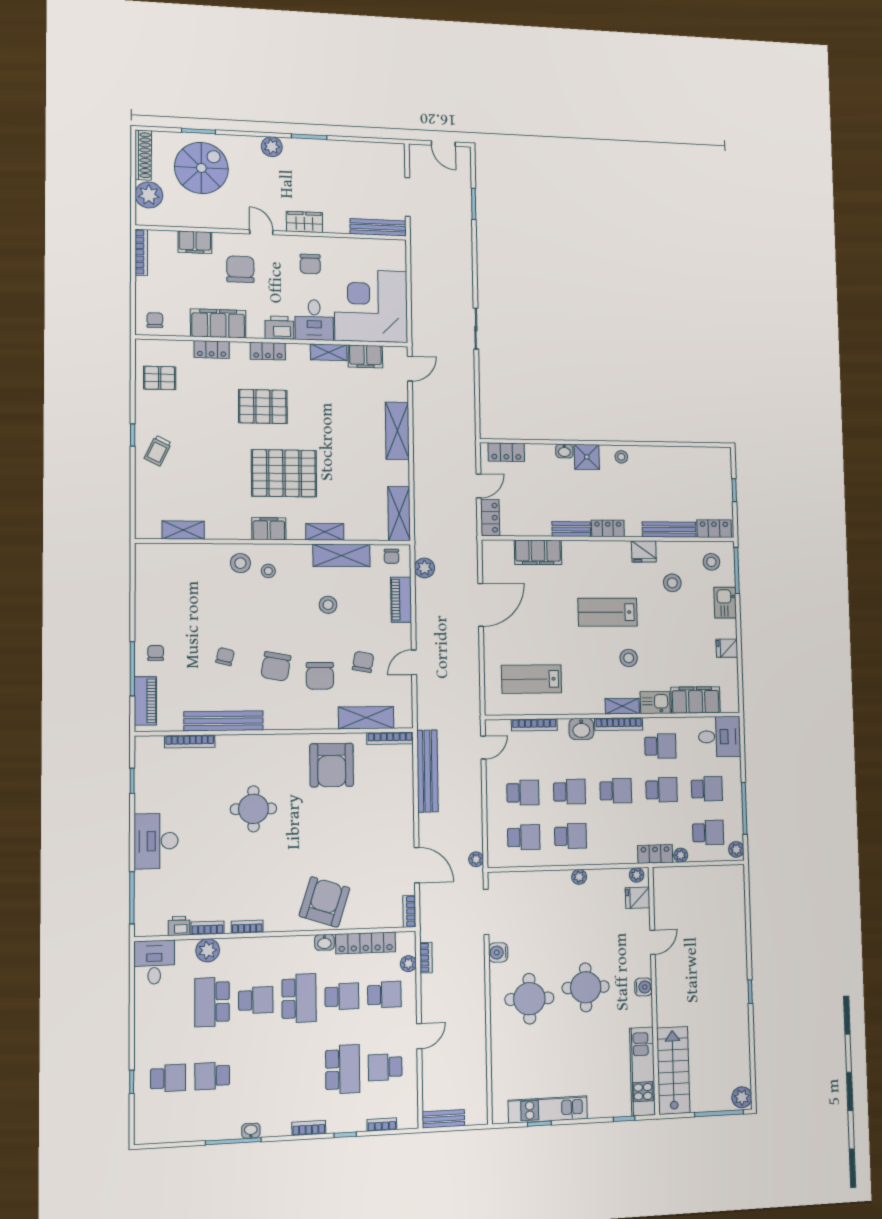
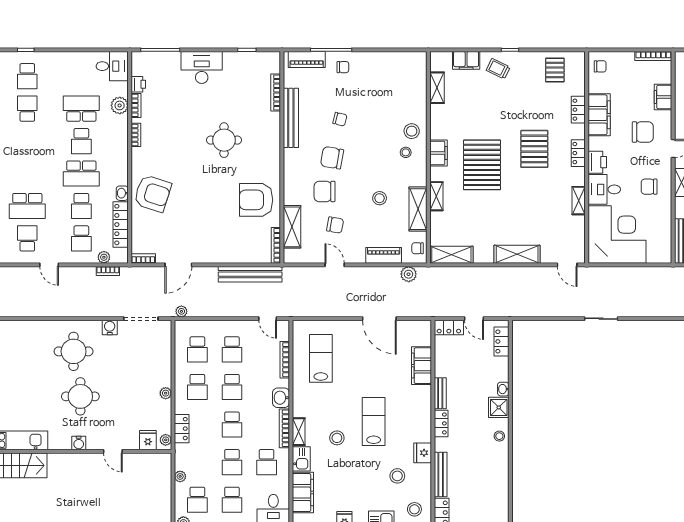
filing cabinet: (365, 356) -> (466, 60), moved, turned -90
locker: (655, 854) -> (182, 429), moved

